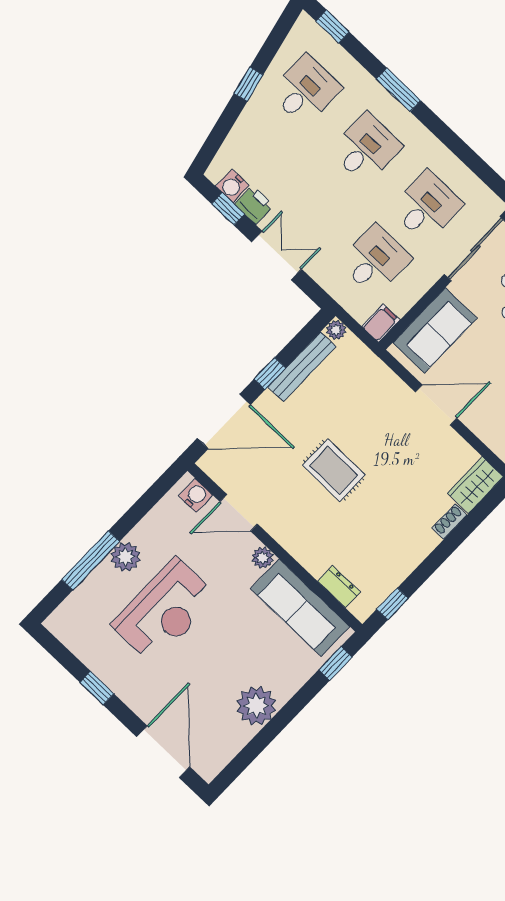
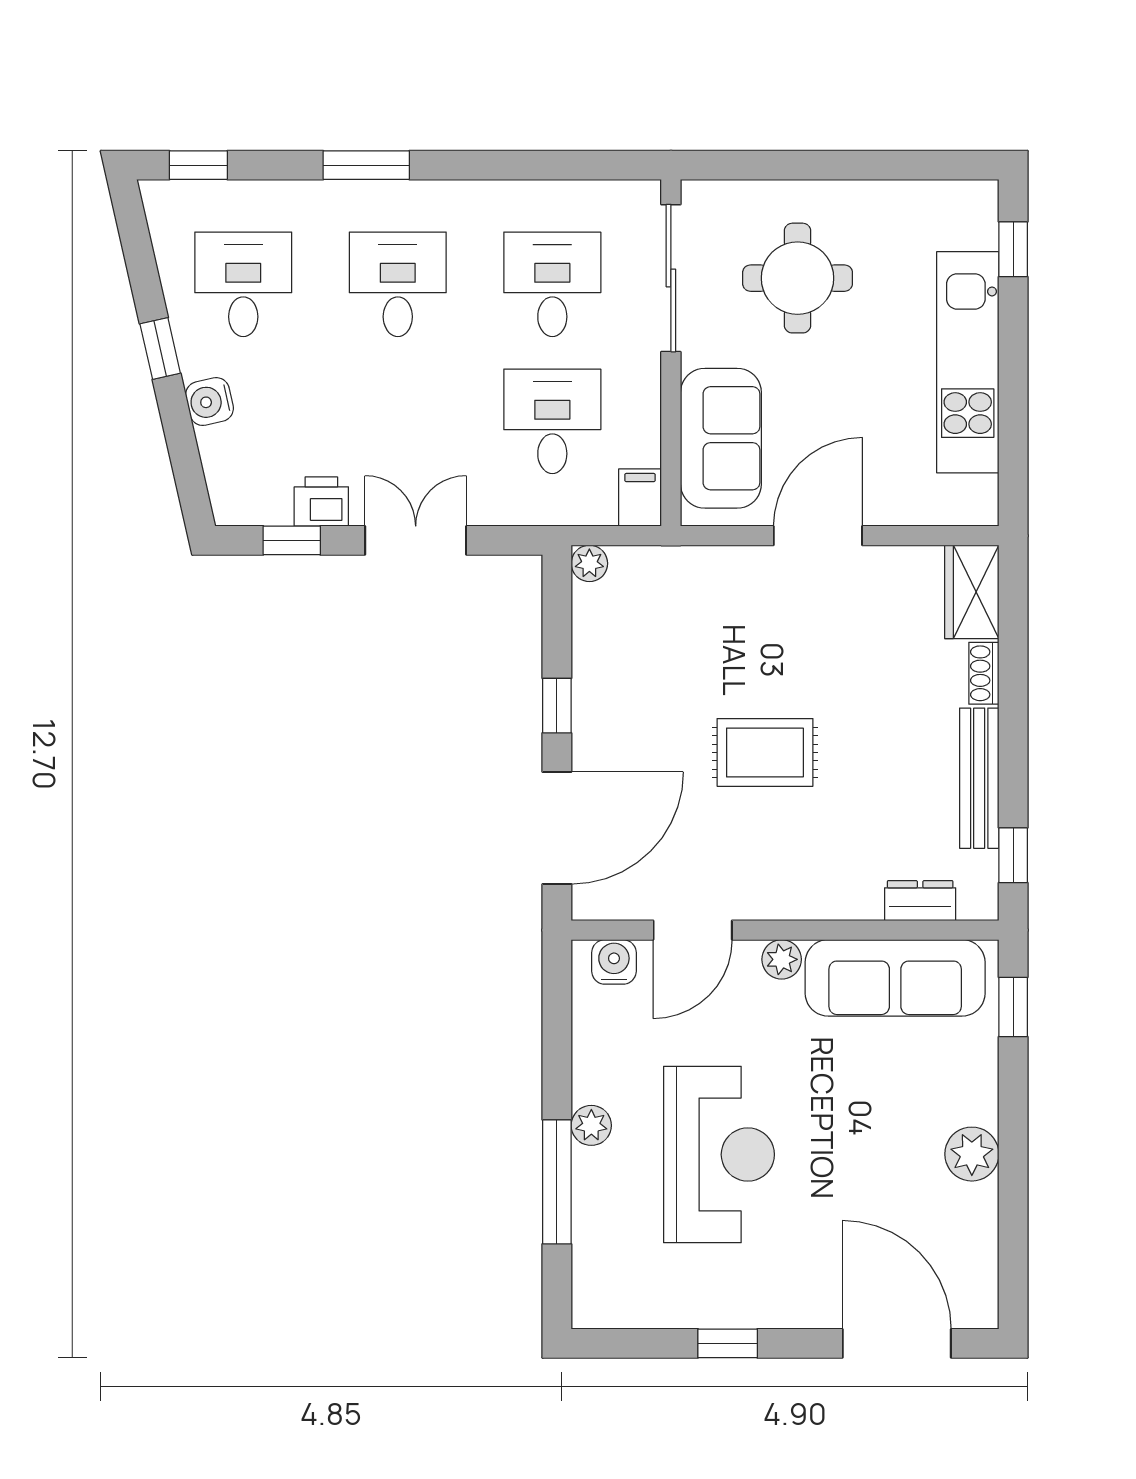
water cooler: (232, 186) -> (210, 402), moved, turned 77
bench: (302, 367) -> (979, 778), moved
plant: (126, 557) -> (591, 1125), width x0.73, depth x0.73
plant: (256, 706) -> (972, 1154), width x0.73, depth x0.73

